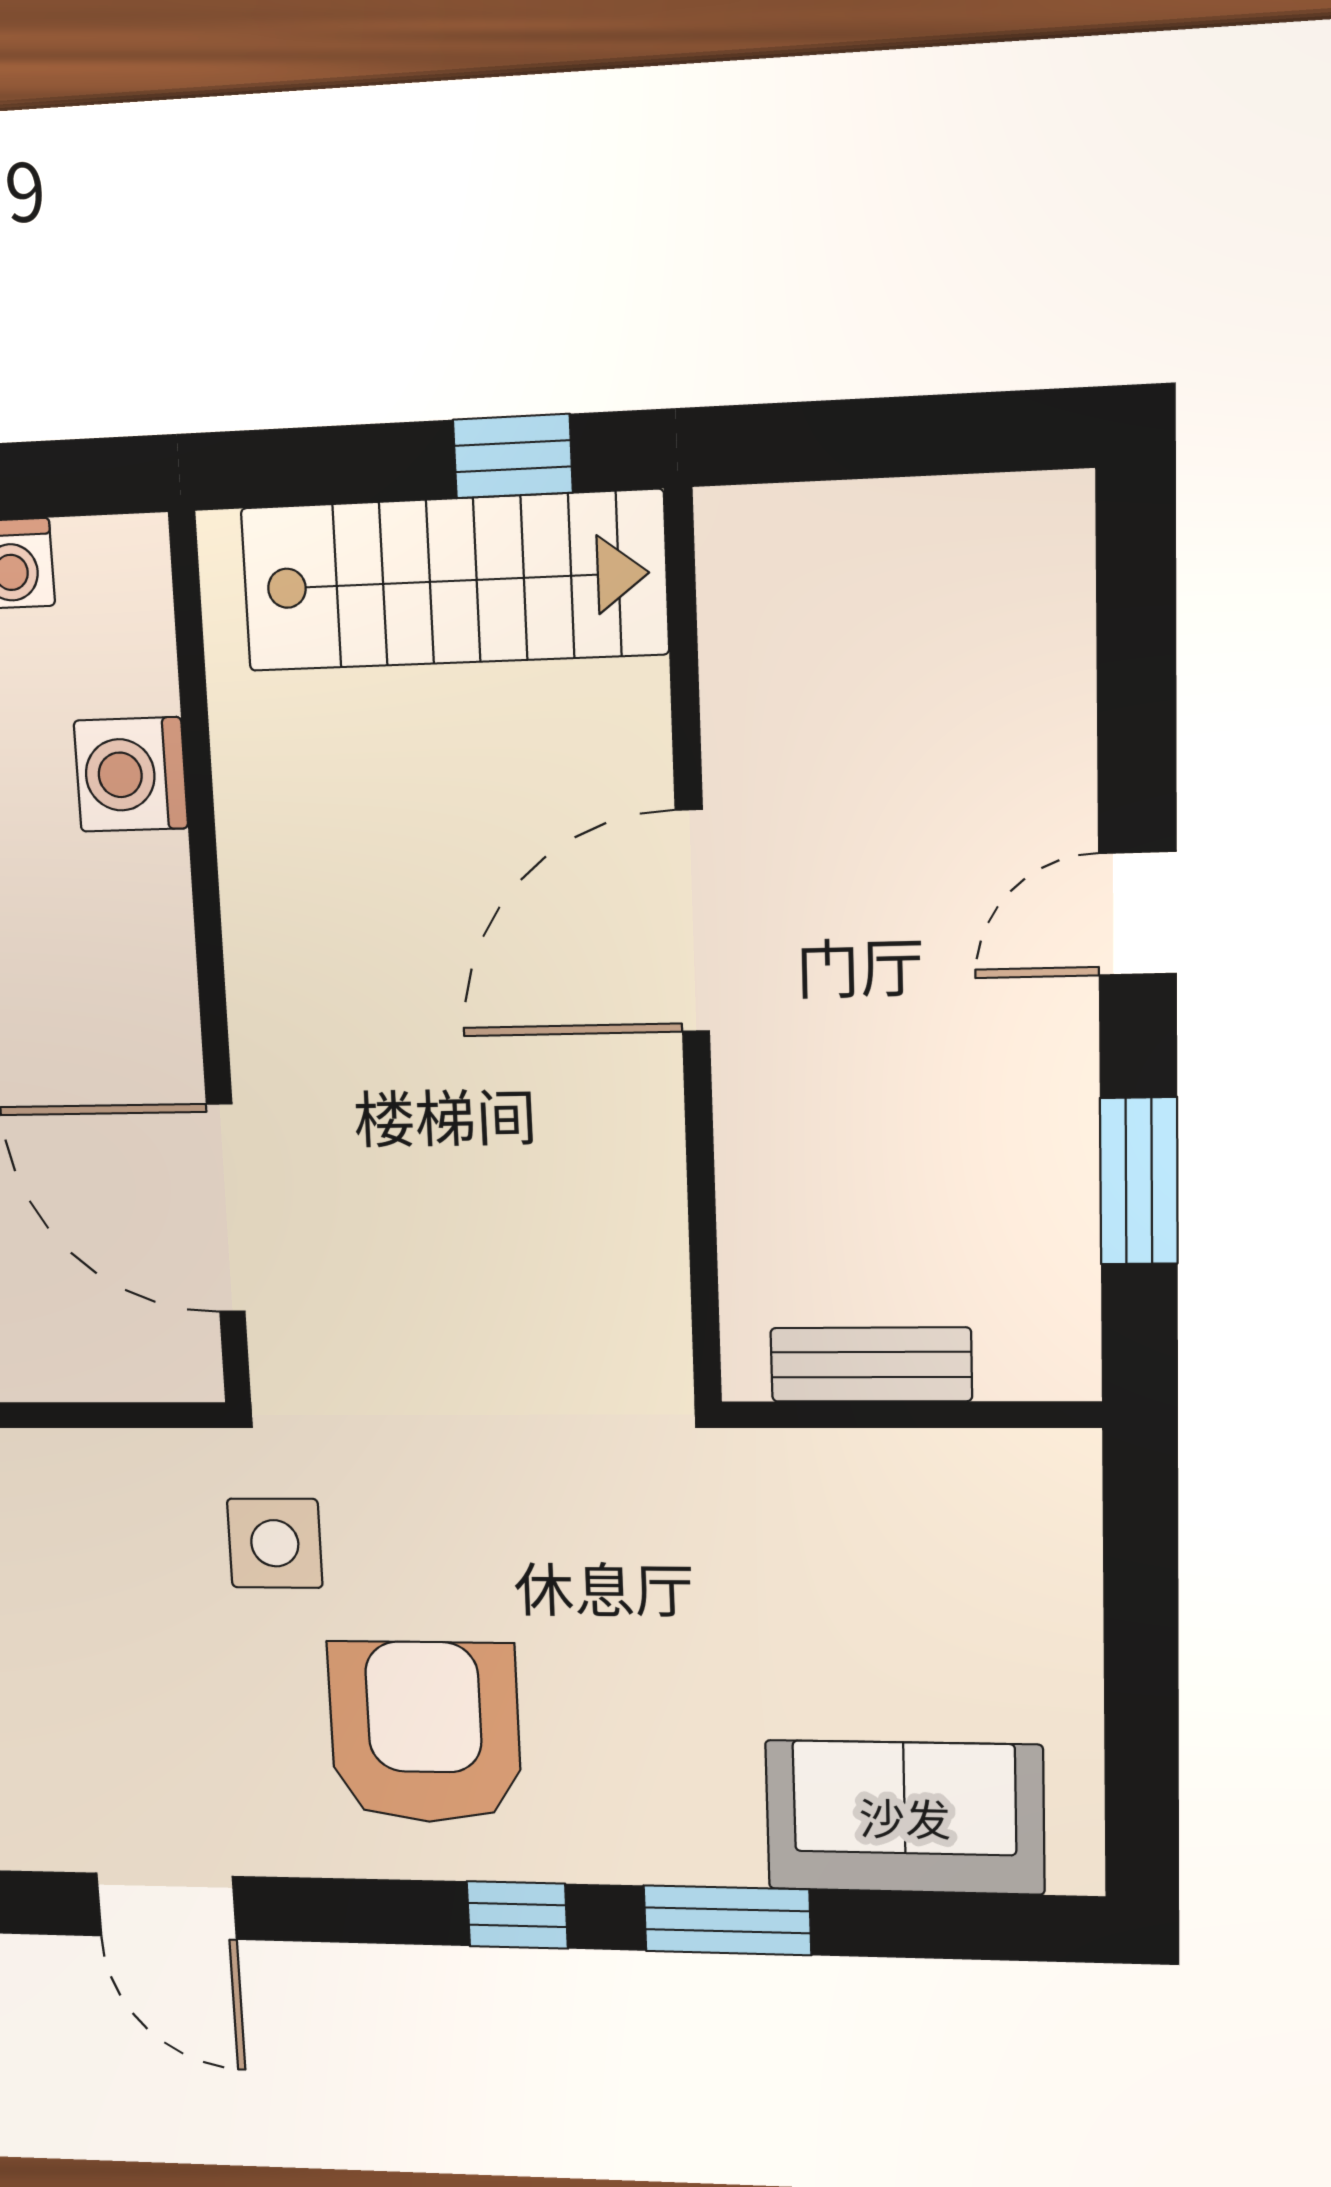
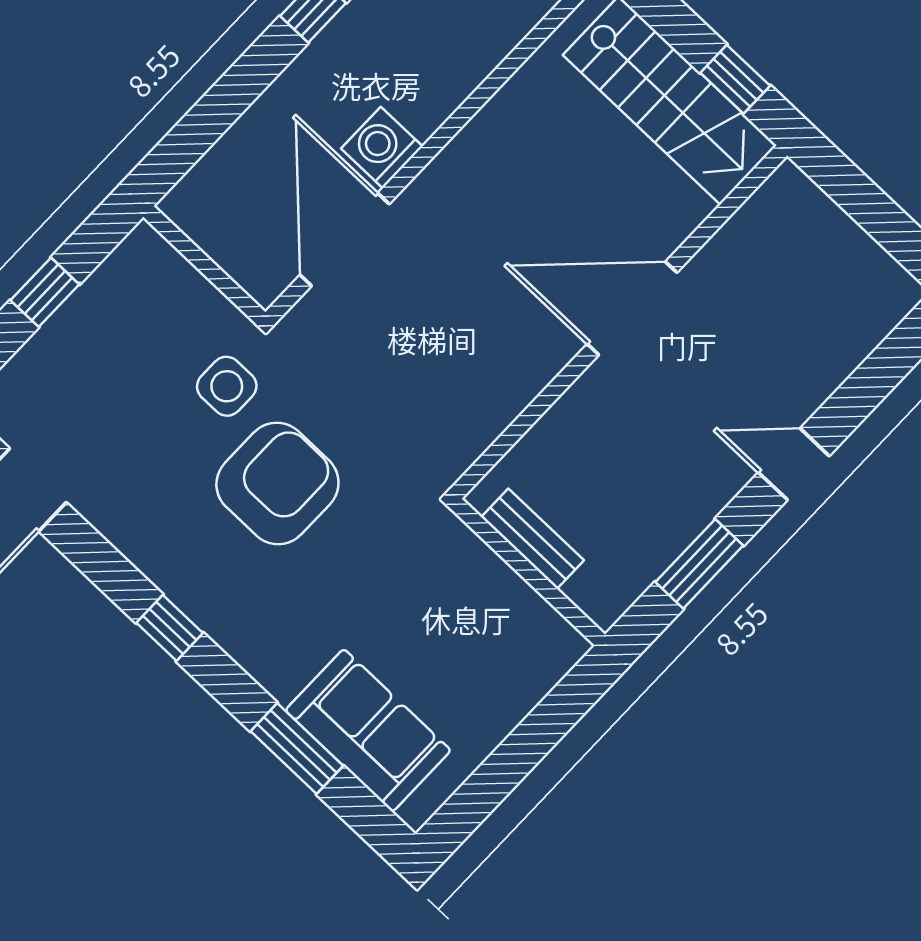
washing machine: (131, 774) -> (382, 148), moved
armchair: (425, 1732) -> (277, 484), moved
window: (727, 1920) -> (297, 749), moved

